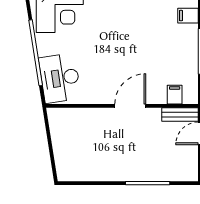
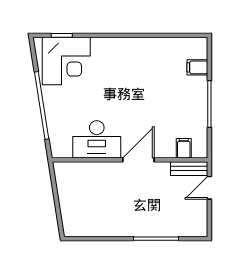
desk: (60, 78) -> (97, 139), moved, turned -81

